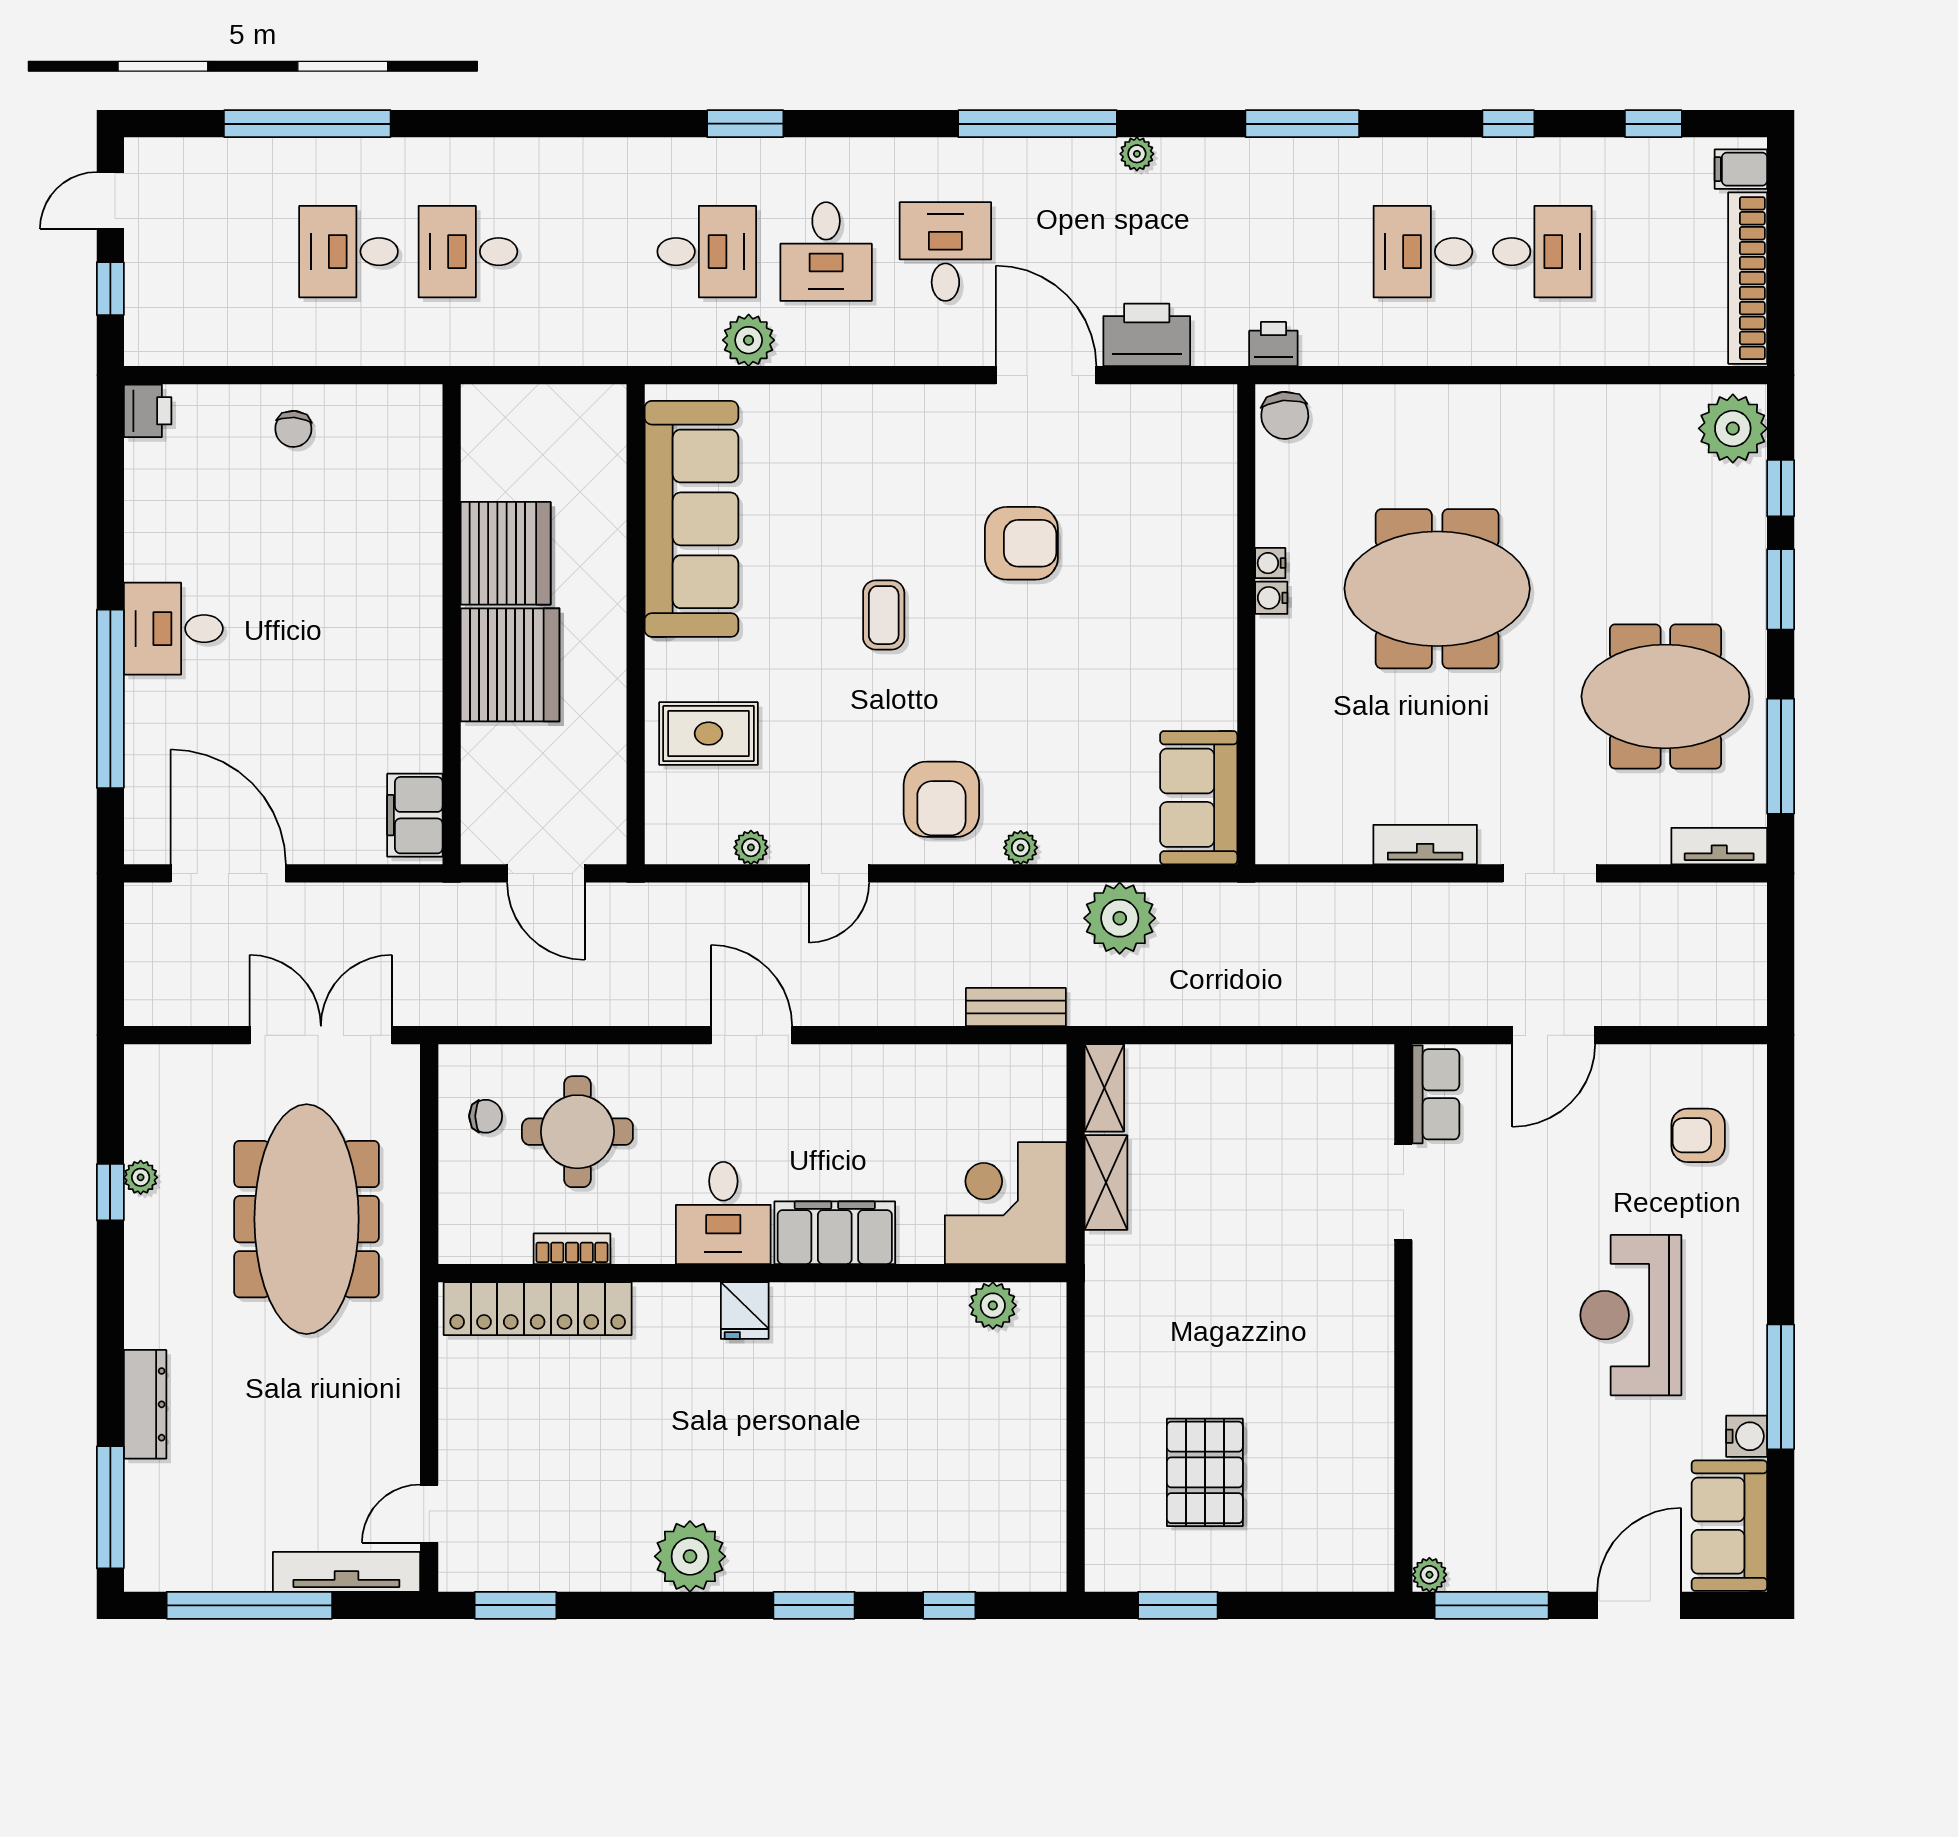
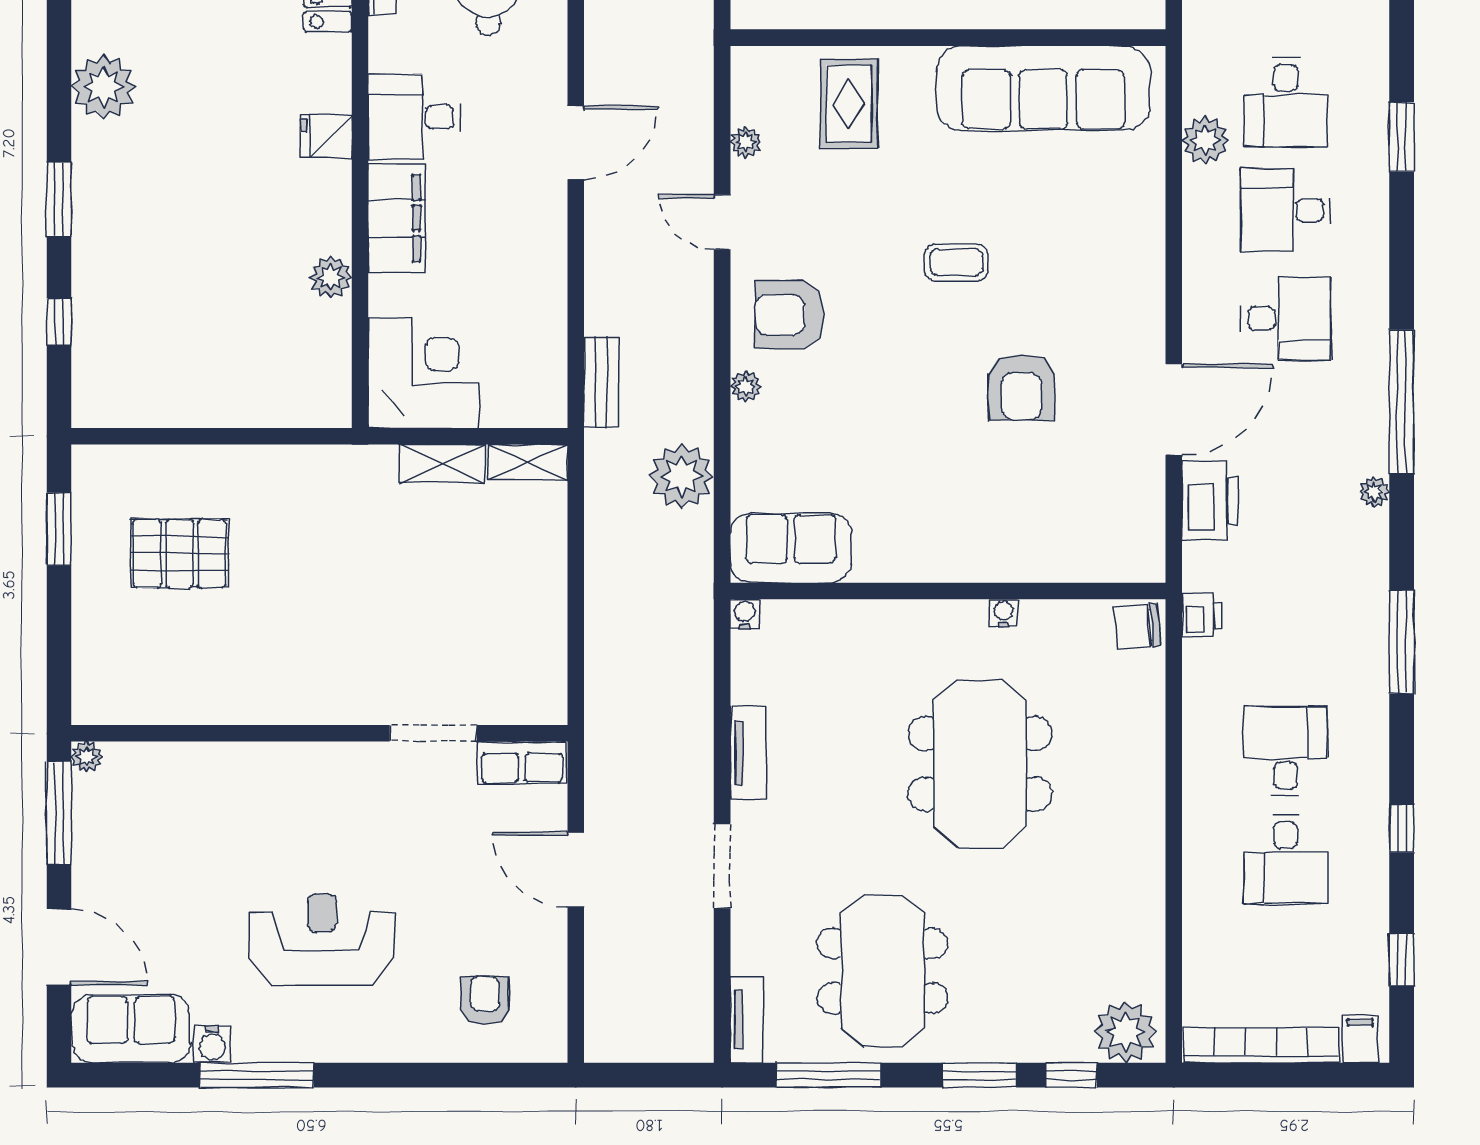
water cooler: (1271, 598) -> (745, 614), moved
plant: (993, 1305) -> (331, 277), moved

